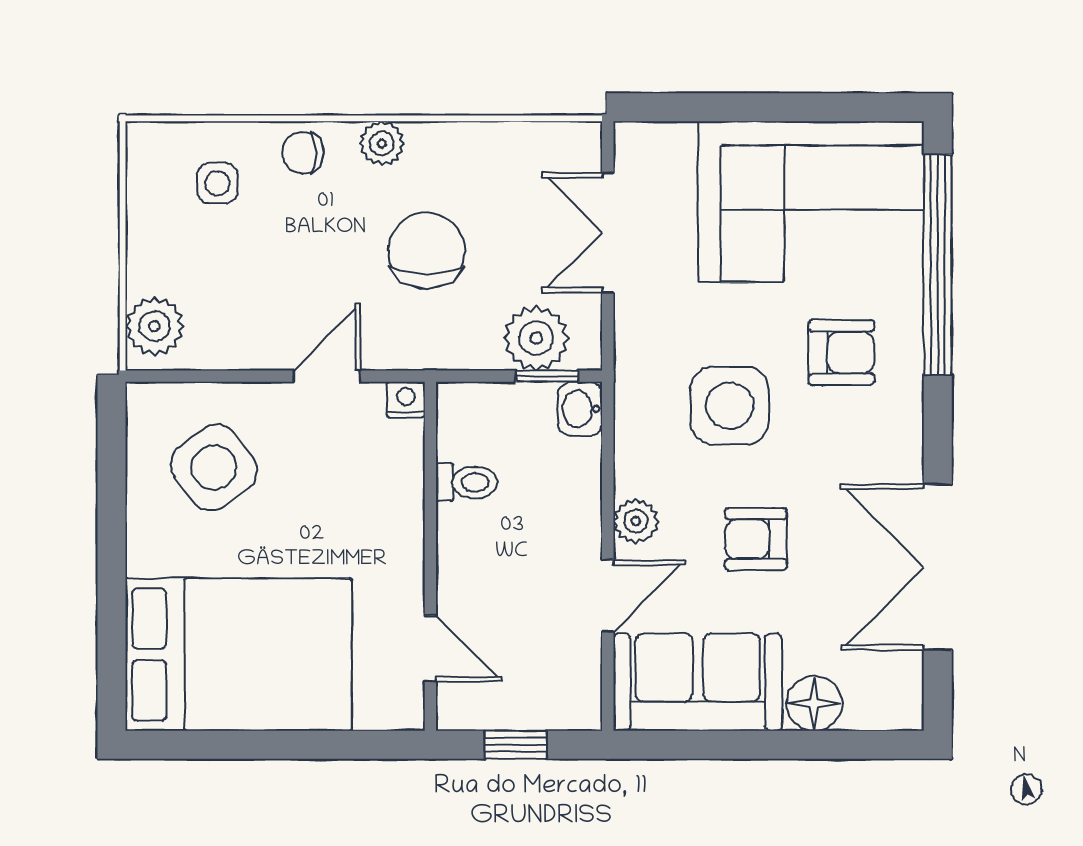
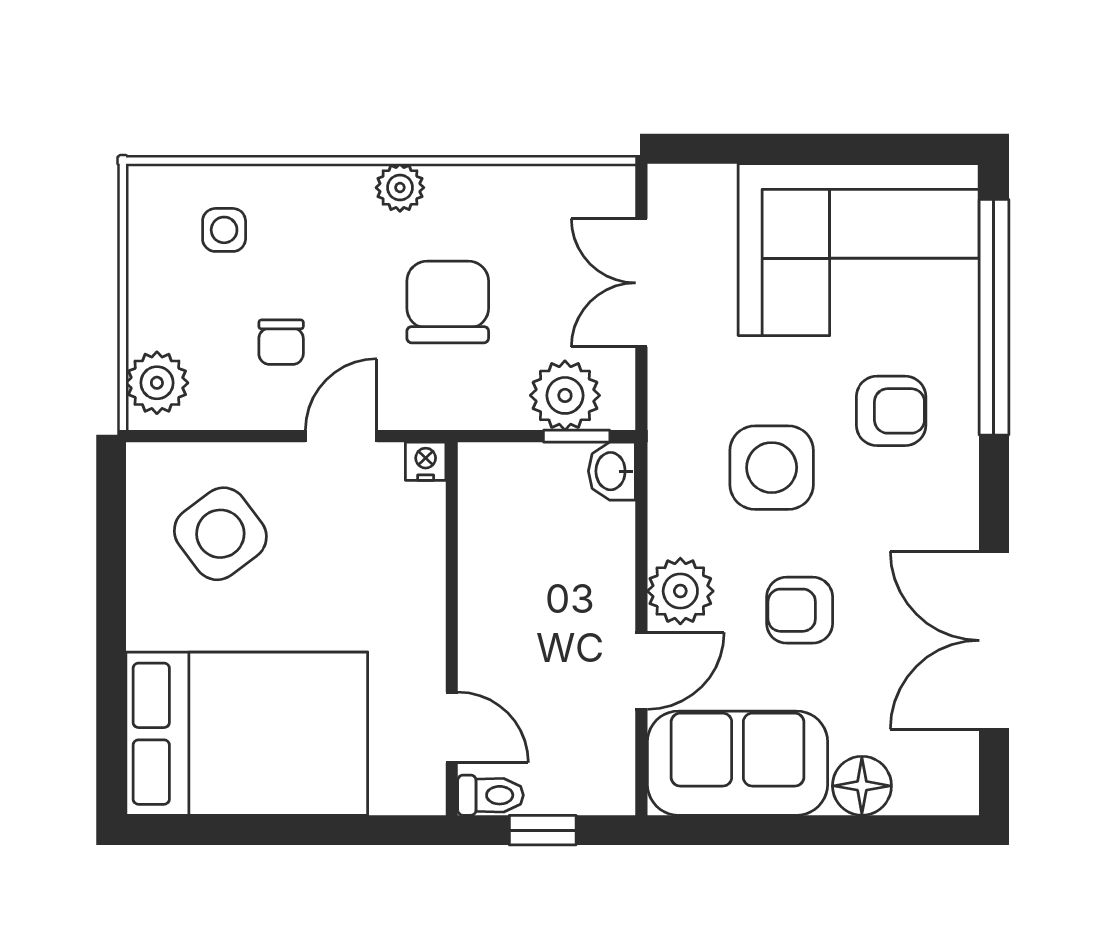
chair: (303, 153) -> (281, 342), moved, turned -90
toilet: (467, 482) -> (490, 795), moved
plant: (636, 521) -> (680, 591), width x1.38, depth x1.38

